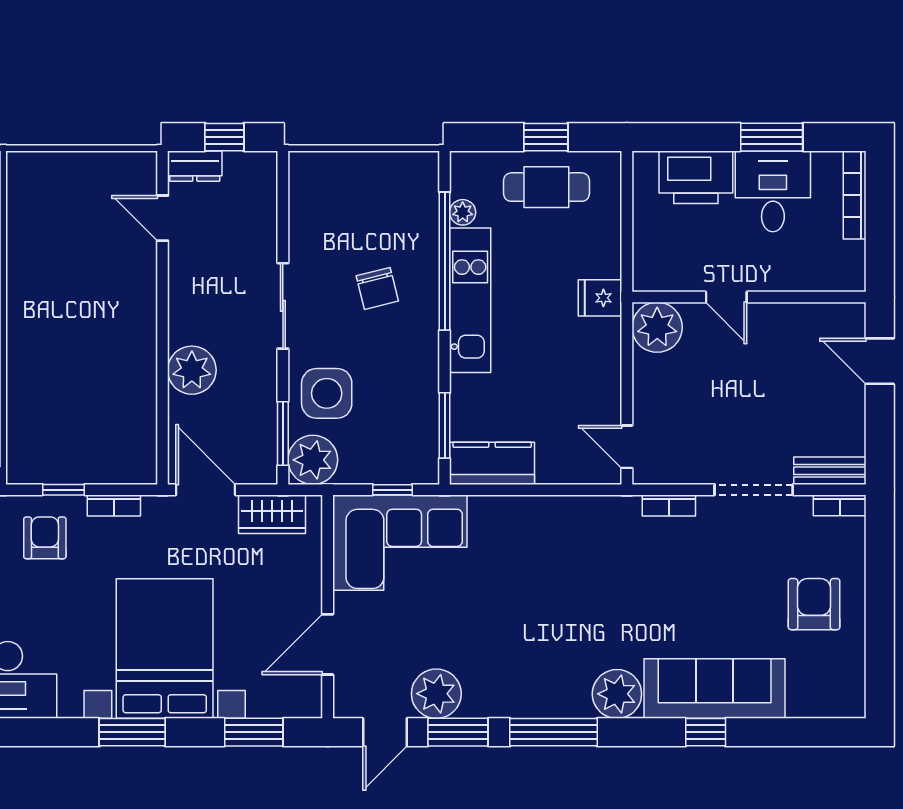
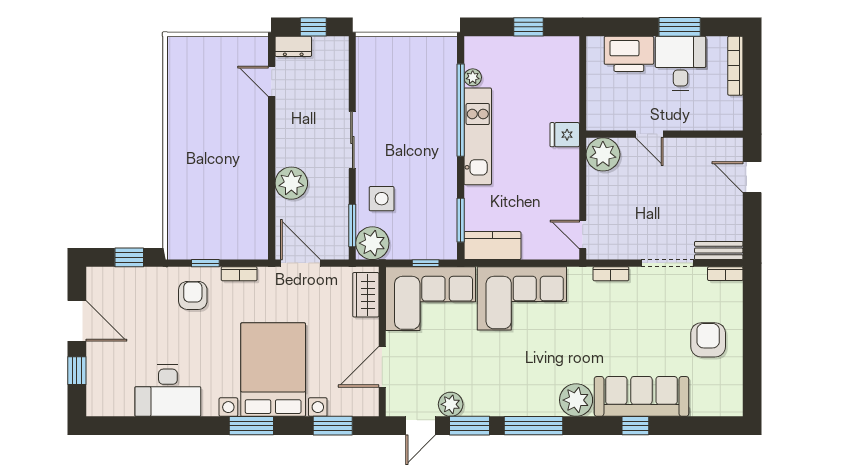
cafe table: (546, 187) -> (529, 60), removed
chair: (377, 288) -> (416, 128), removed
side table: (327, 393) -> (382, 199), width x0.73, depth x0.73
wardrobe: (272, 514) -> (366, 295), moved, turned 90
corner sofa: (536, 542) -> (522, 298), added
plant: (436, 694) -> (451, 404), width x0.73, depth x0.73

